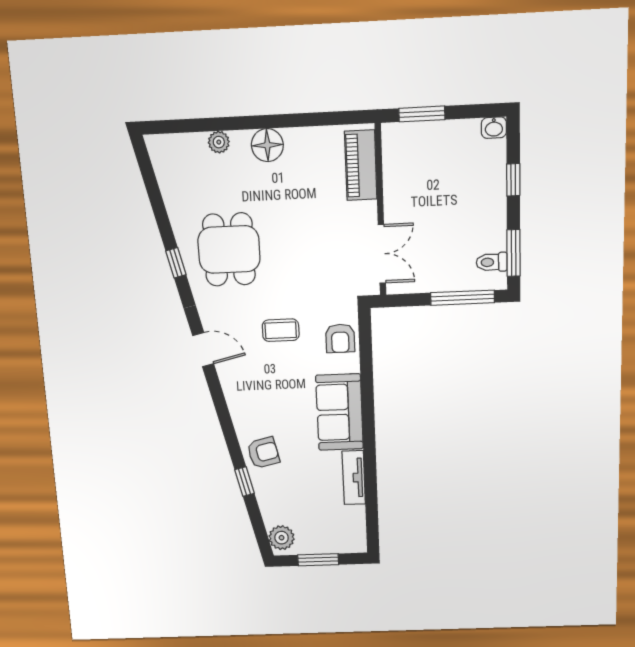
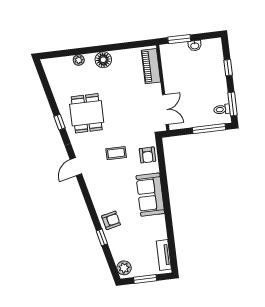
washbasin: (494, 128) -> (195, 46), moved
door: (203, 350) -> (76, 167), swing flipped
tv unit: (354, 478) -> (164, 255), moved

